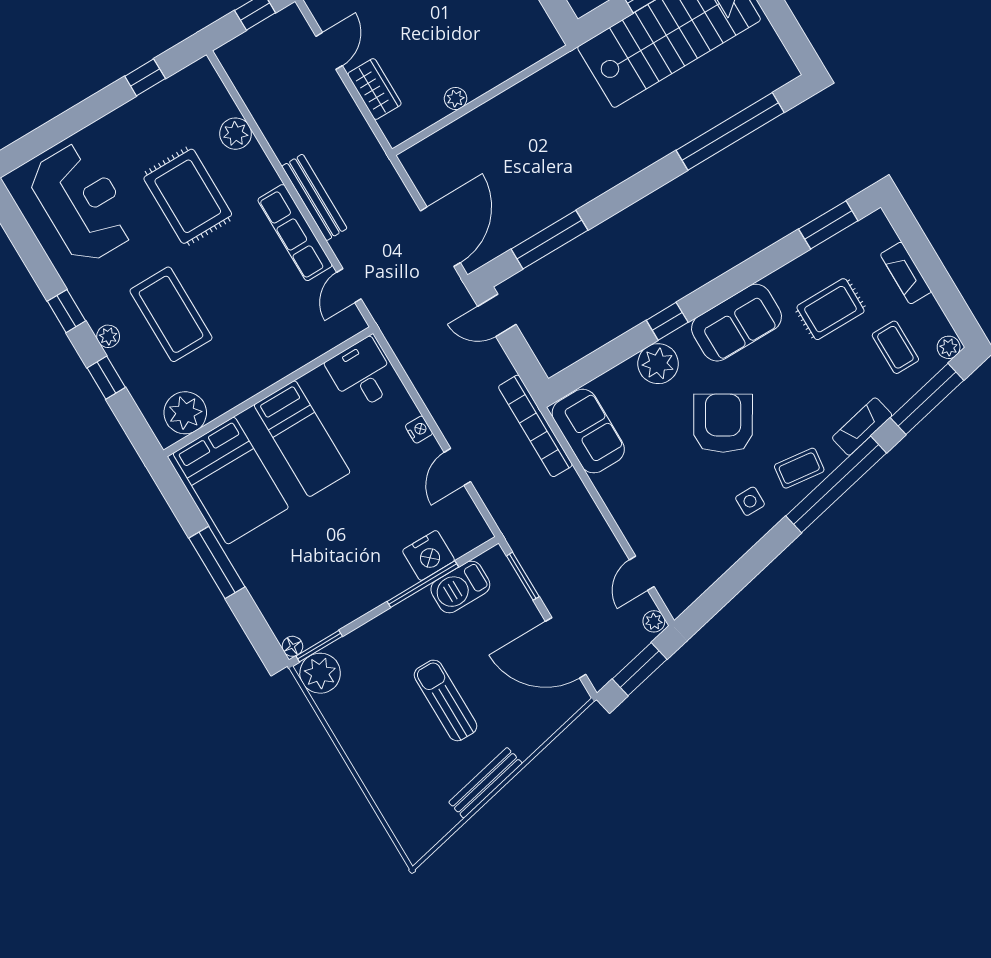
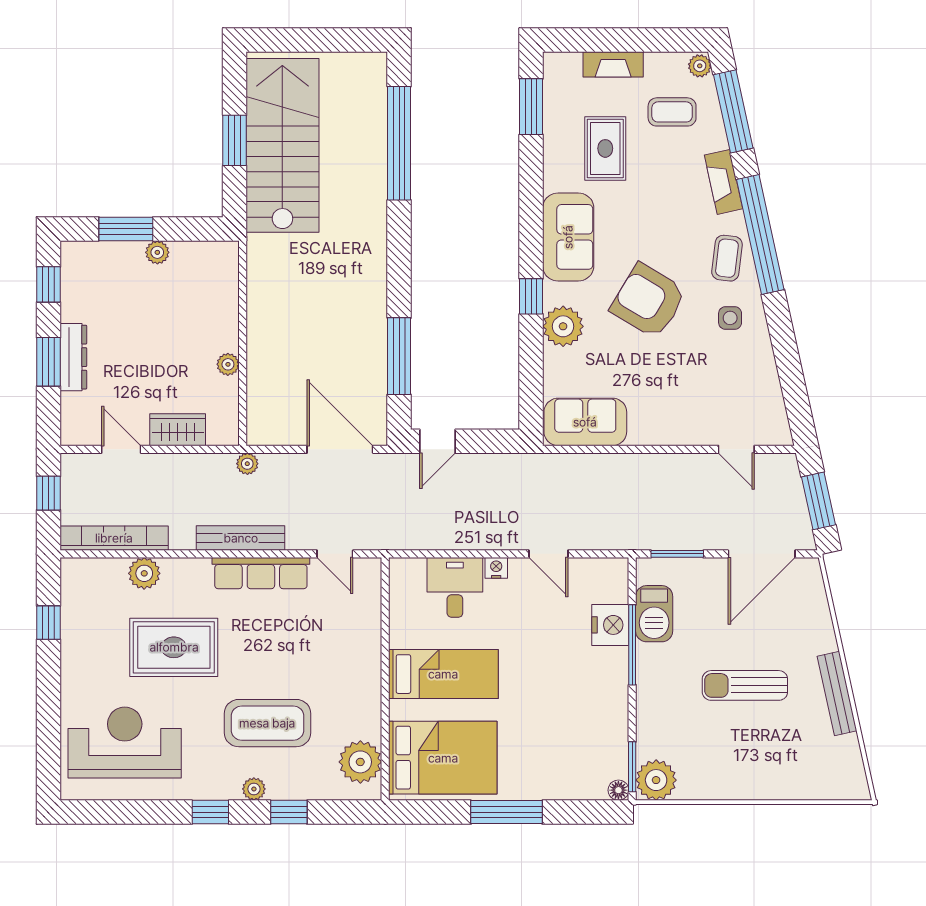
desk: (362, 374) -> (455, 587), moved, turned 90
bookcase: (535, 426) -> (114, 538), moved, turned 180
plant: (654, 621) -> (247, 464), moved

